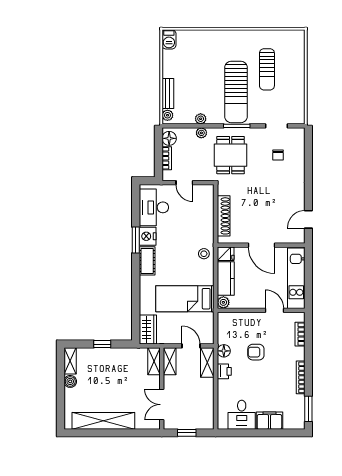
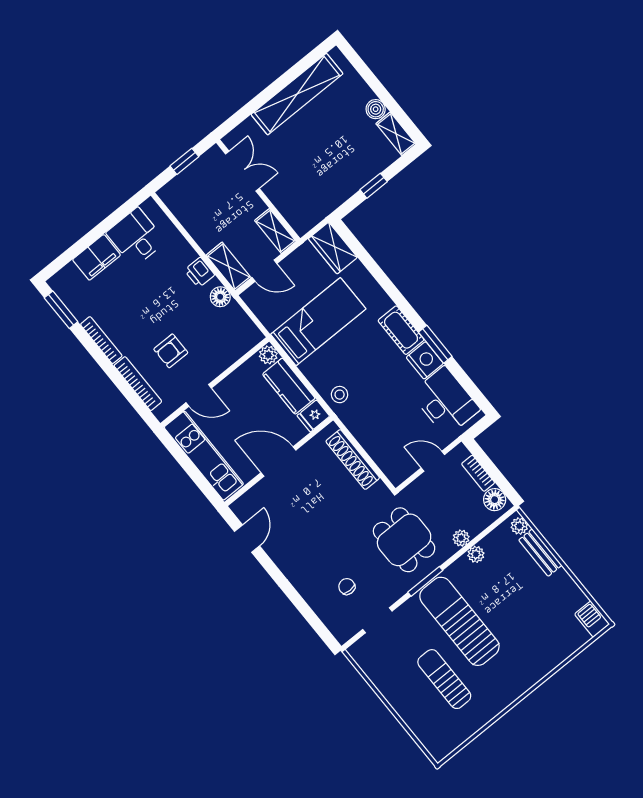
bookcase: (300, 334) -> (138, 384), width x1.56
armchair: (256, 352) -> (171, 351), moved, turned 180
shelving: (154, 361) -> (294, 216), removed

